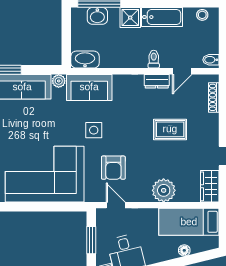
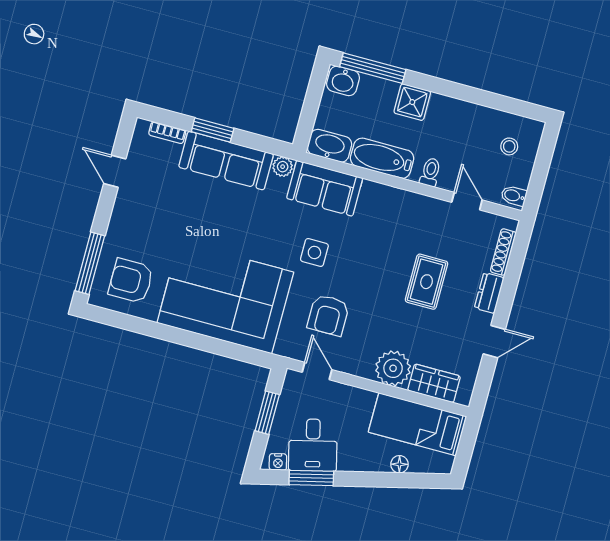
stool: (202, 15) -> (509, 146), moved
washbasin: (97, 16) -> (343, 81), moved
bathtub: (162, 17) -> (382, 158), moved, turned 180
door: (182, 71) -> (467, 201), swing flipped
dresser: (157, 81) -> (489, 293), moved, turned 90
rug: (170, 129) -> (427, 282), turned 90
wardrobe: (210, 186) -> (434, 383), moved, turned 90

